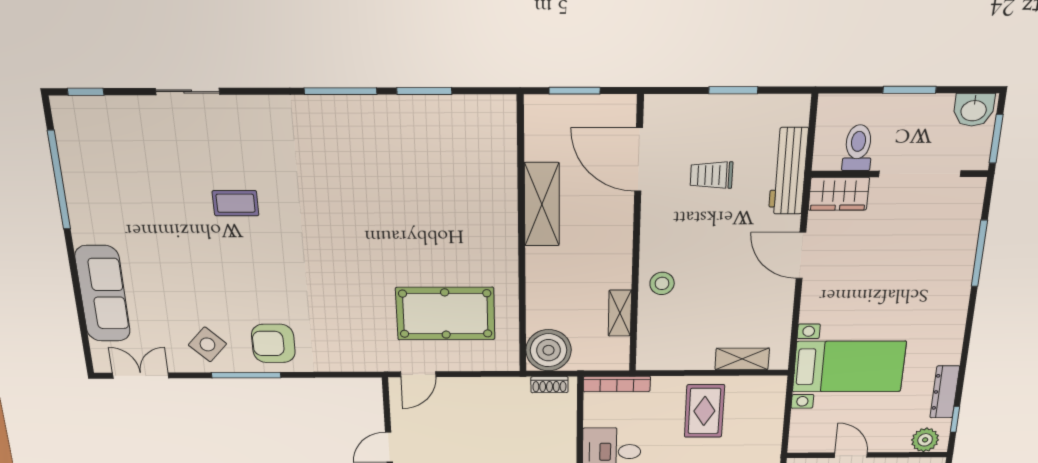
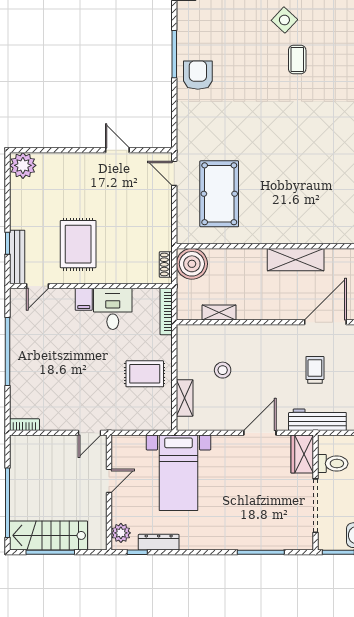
stool: (662, 283) -> (223, 370), moved
side table: (207, 344) -> (284, 20), moved

